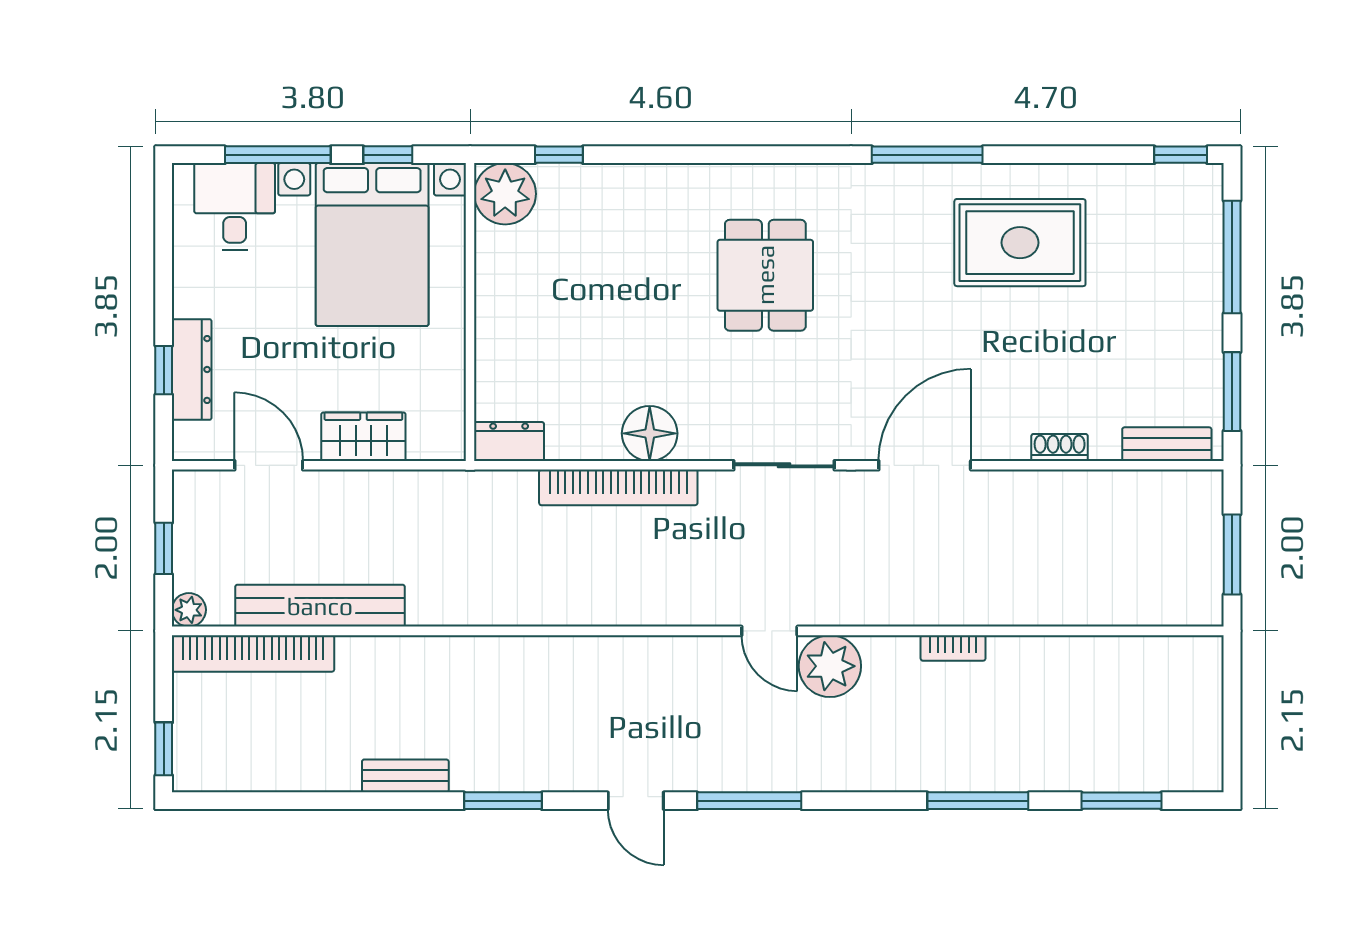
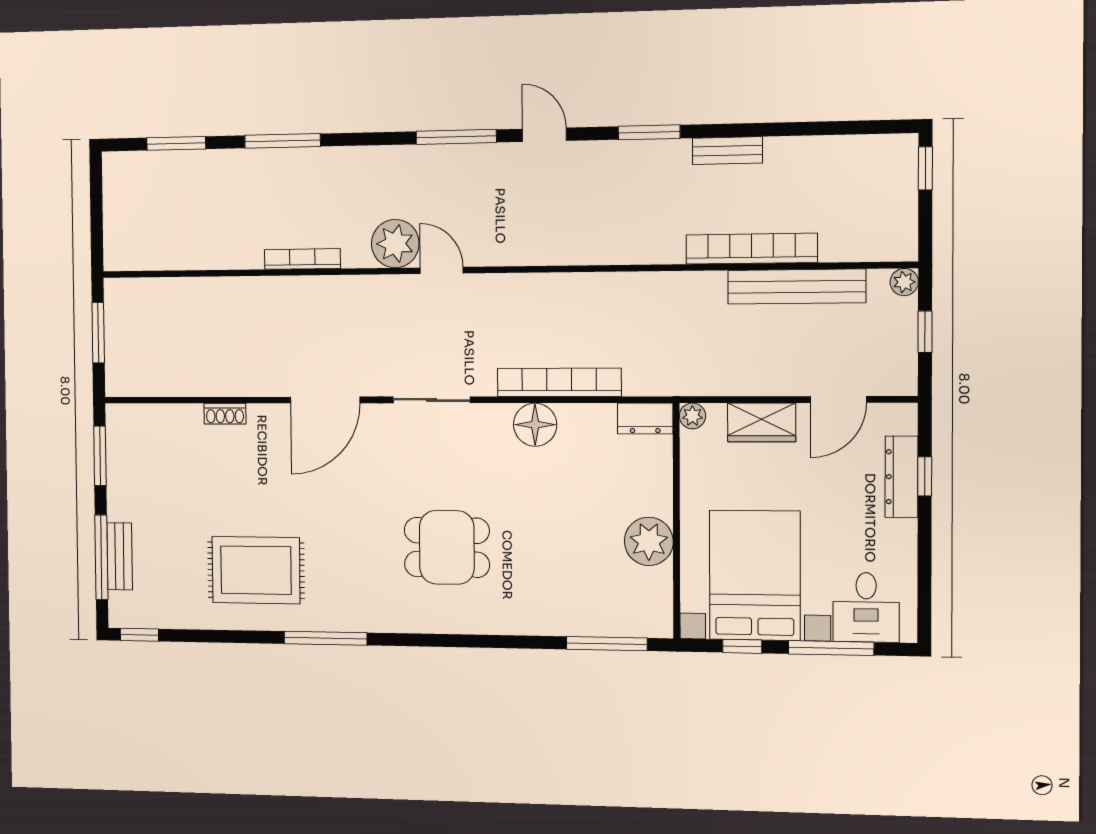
window: (559, 155) -> (607, 644), width x2.17
plant: (505, 194) -> (649, 541), moved
dining table: (765, 275) -> (447, 547), turned 90
bench: (1167, 444) -> (120, 556), moved, turned 90
plant: (450, 445) -> (692, 416), added
door: (269, 465) -> (838, 399), hinge flipped
bookcase: (953, 648) -> (302, 259), width x1.56
bookcase: (253, 653) -> (752, 249), moved

